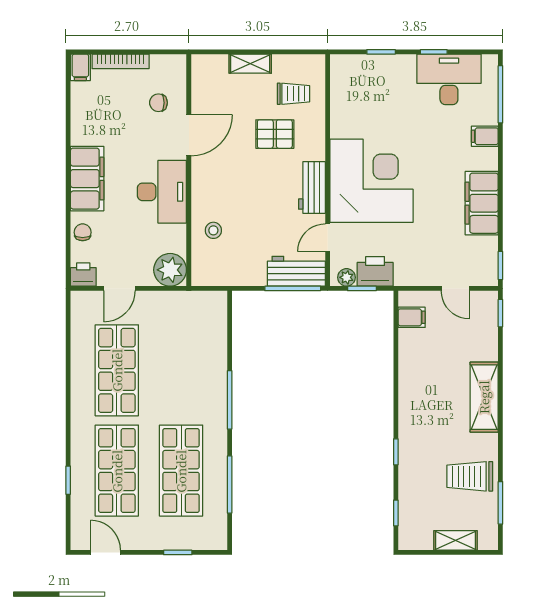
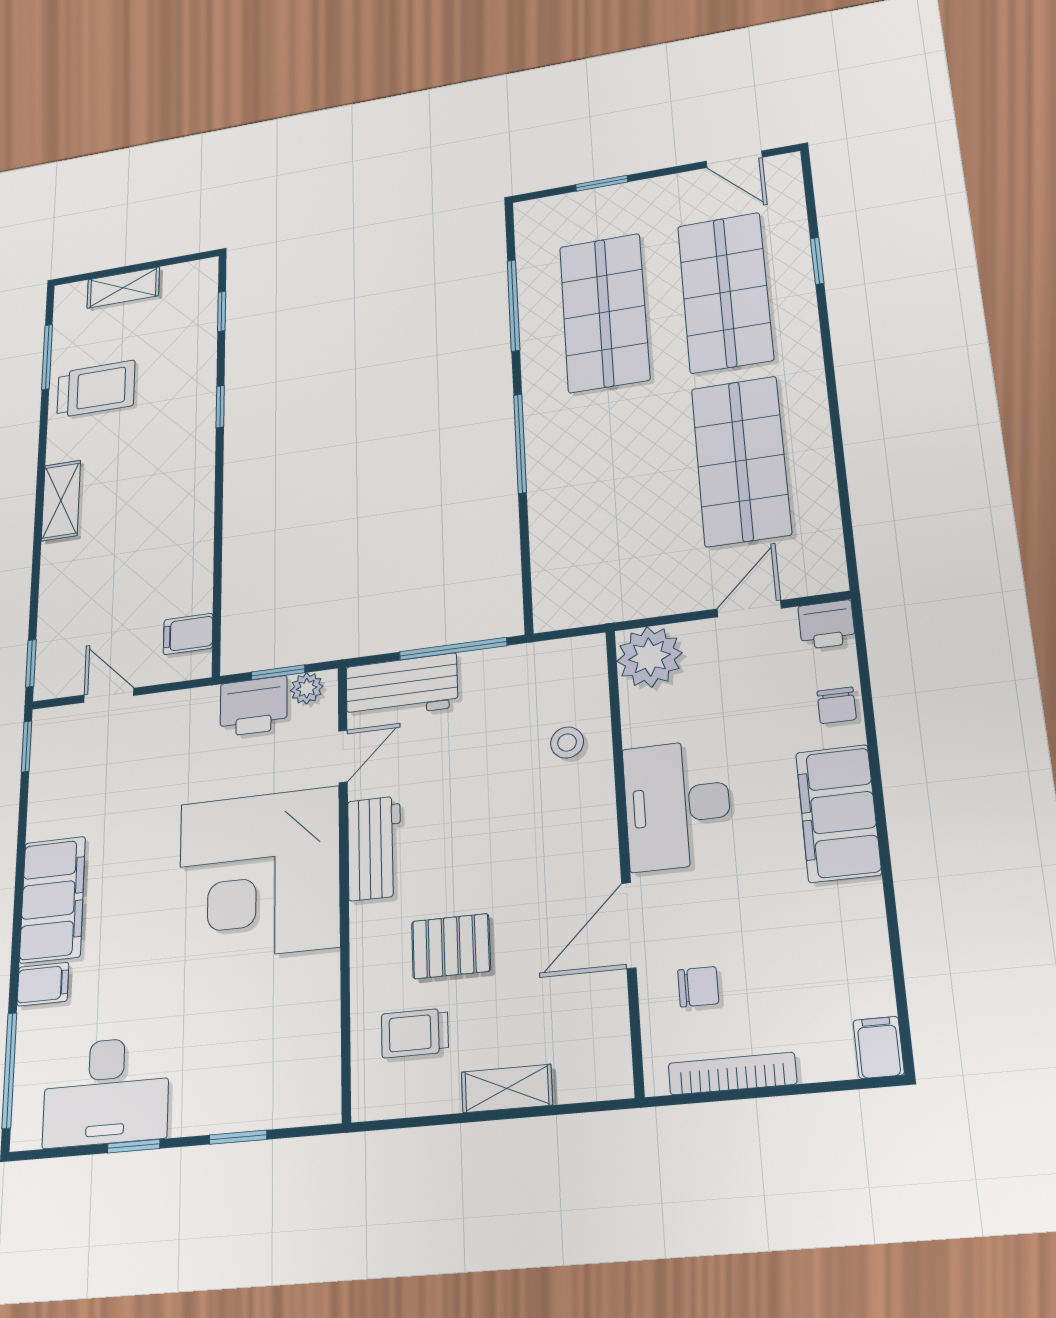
bookcase: (121, 61) -> (732, 1074), moved
filing cabinet: (482, 203) -> (52, 900), moved
window: (293, 288) -> (453, 649), moved
shelving: (484, 397) -> (61, 500), width x0.67, depth x0.75

